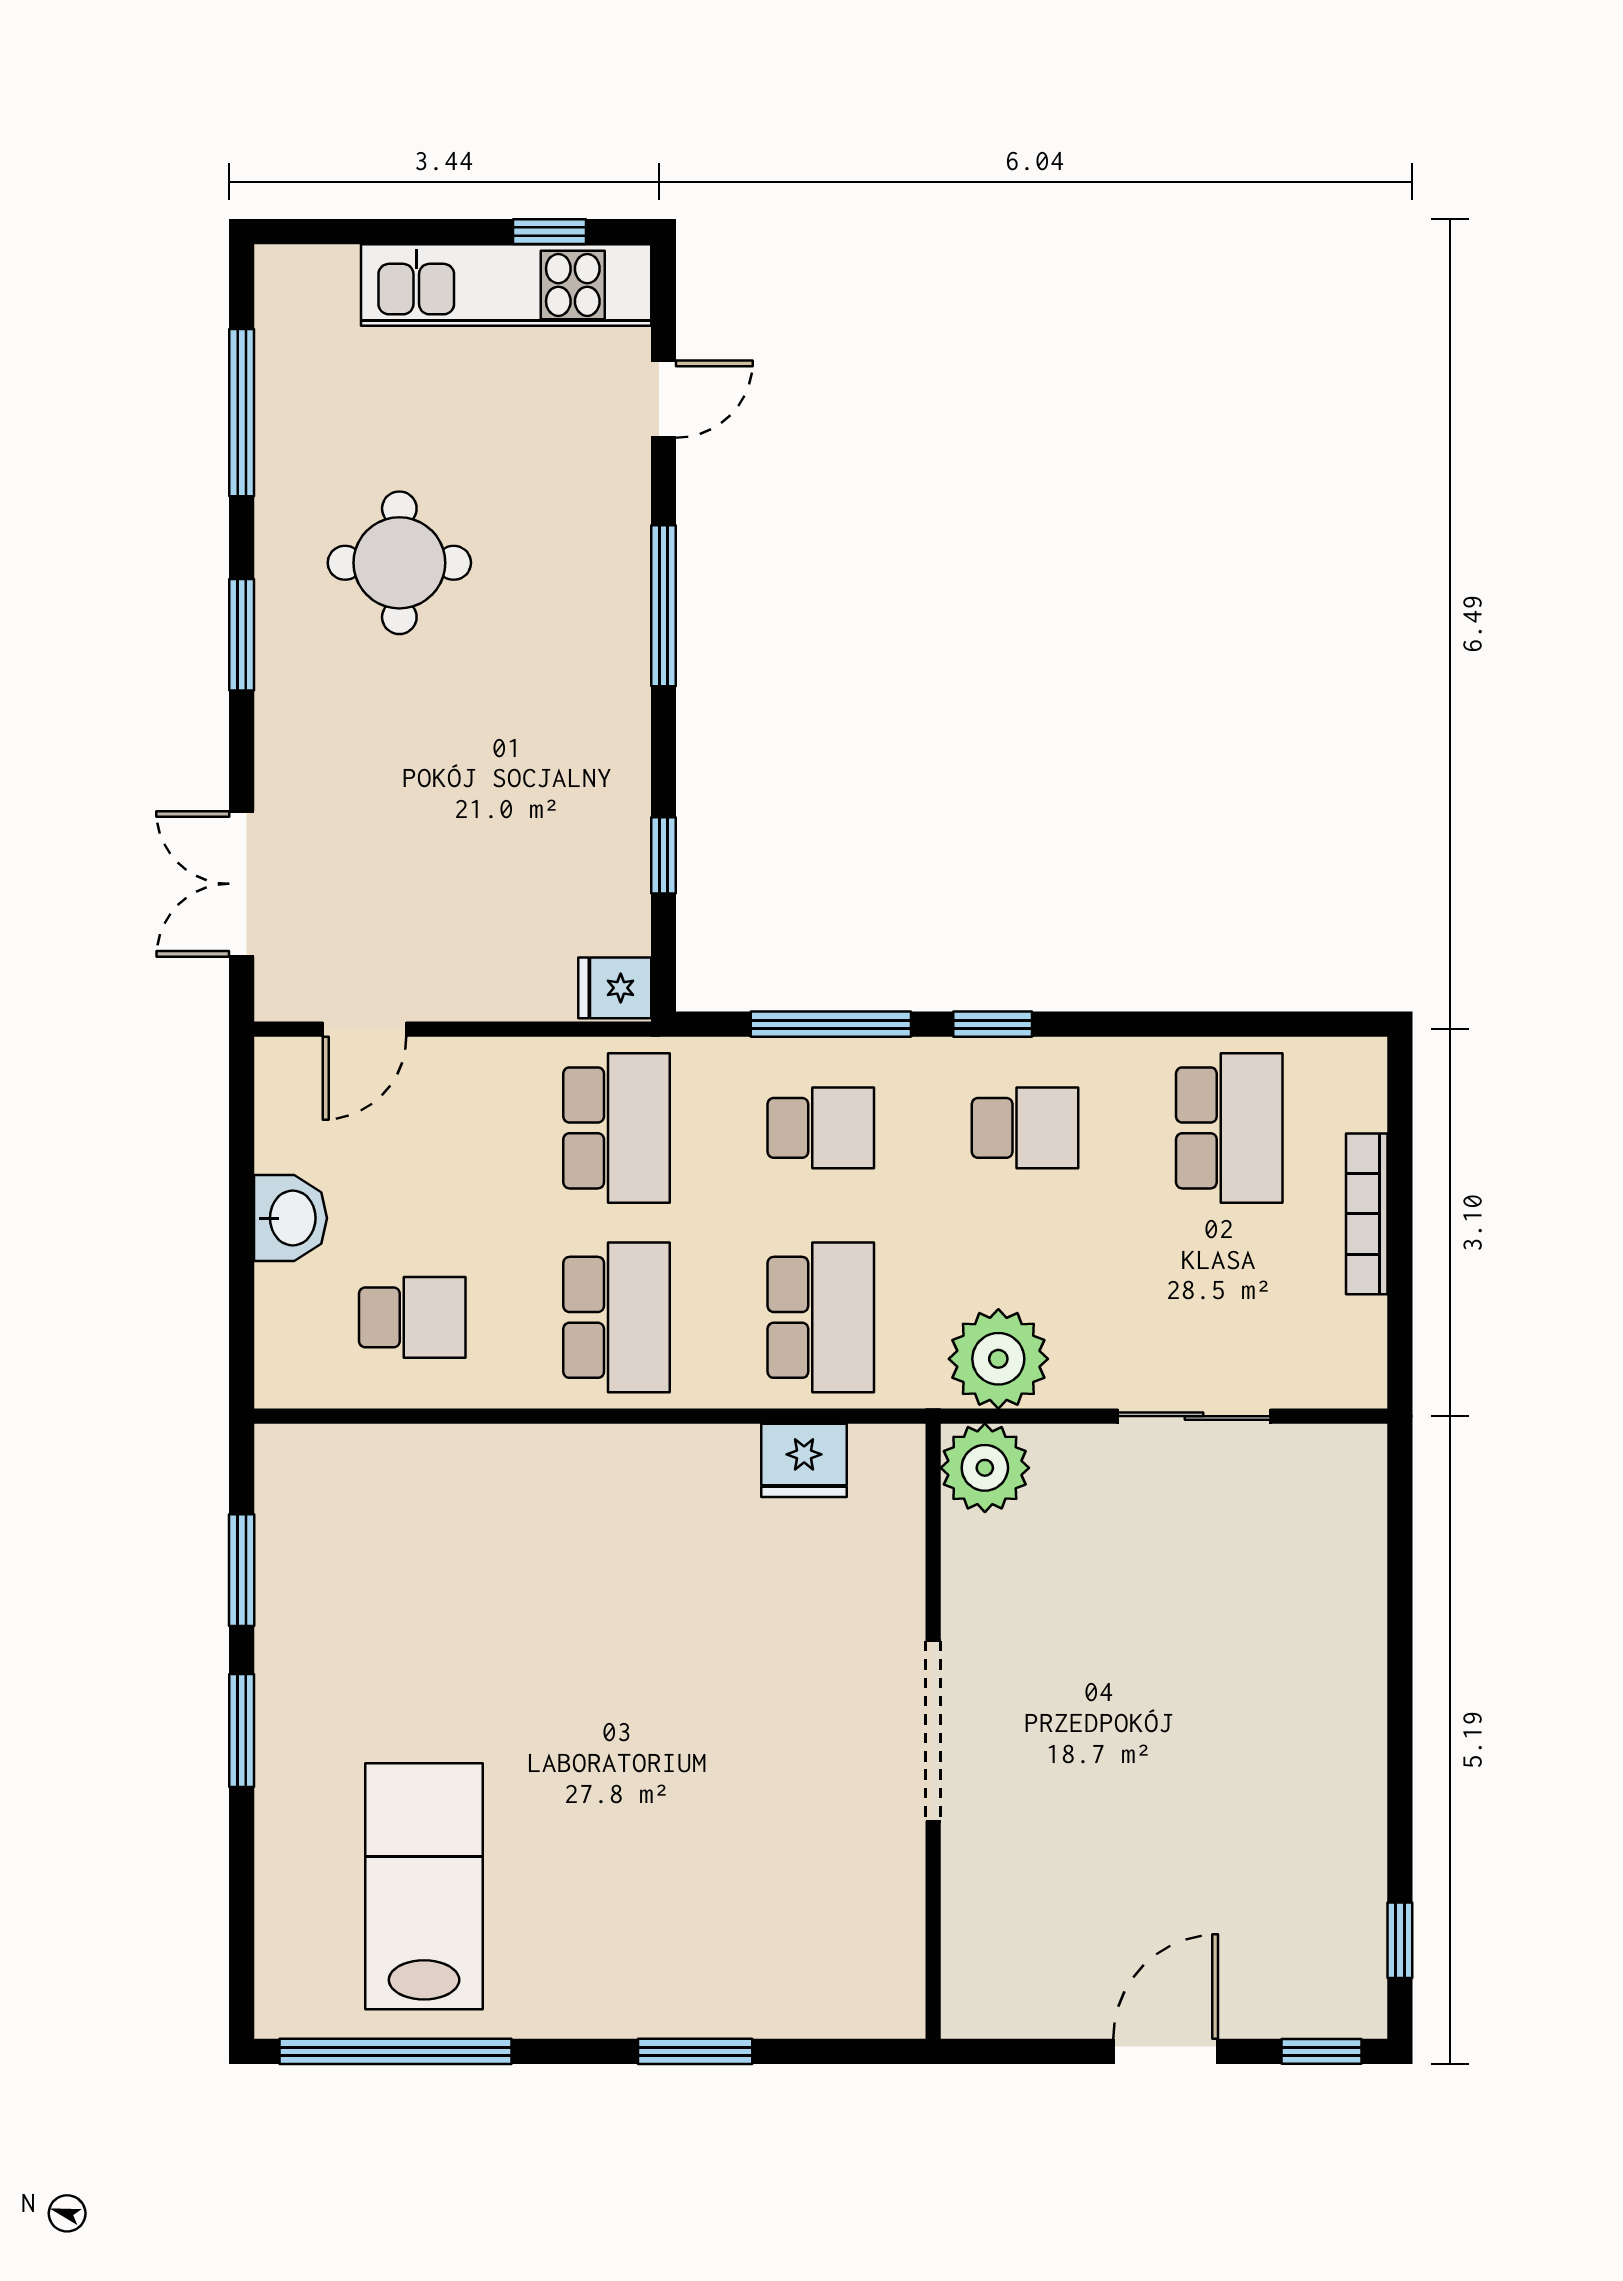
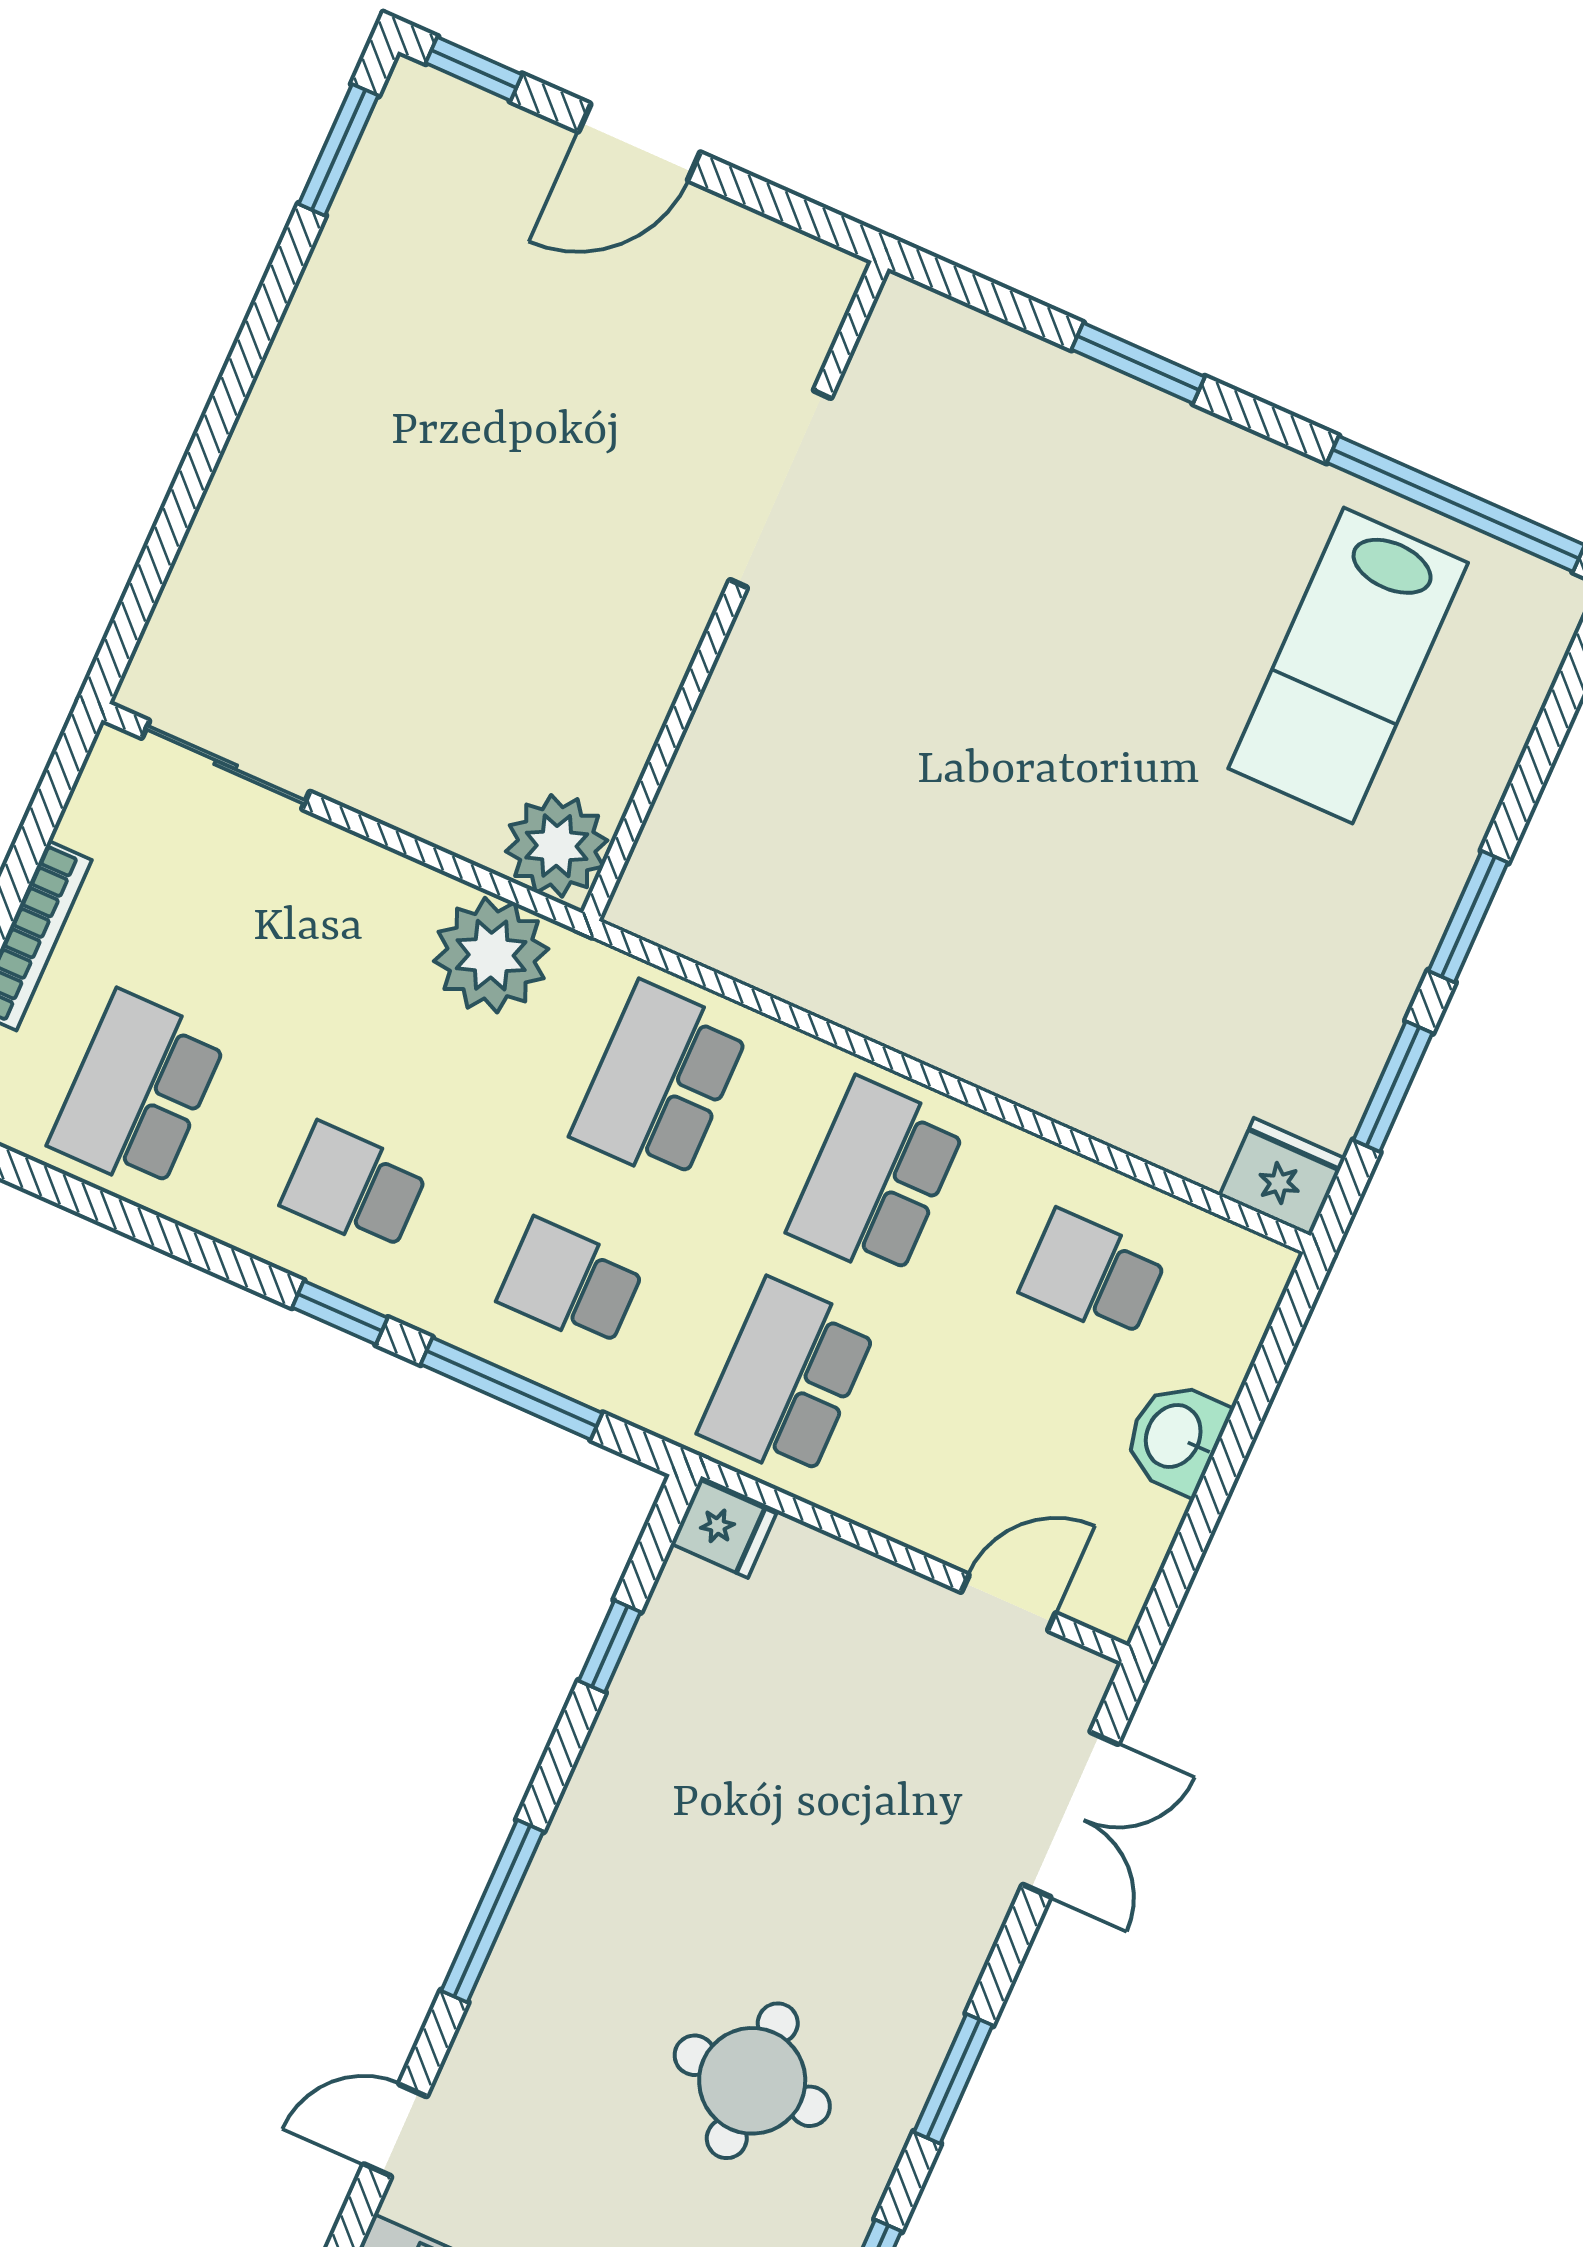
sliding door: (1194, 1416) -> (226, 765), moved
fridge: (804, 1460) -> (1282, 1177), moved
doorway: (933, 1731) -> (780, 489), moved
window: (1400, 1940) -> (338, 150), width x1.50

